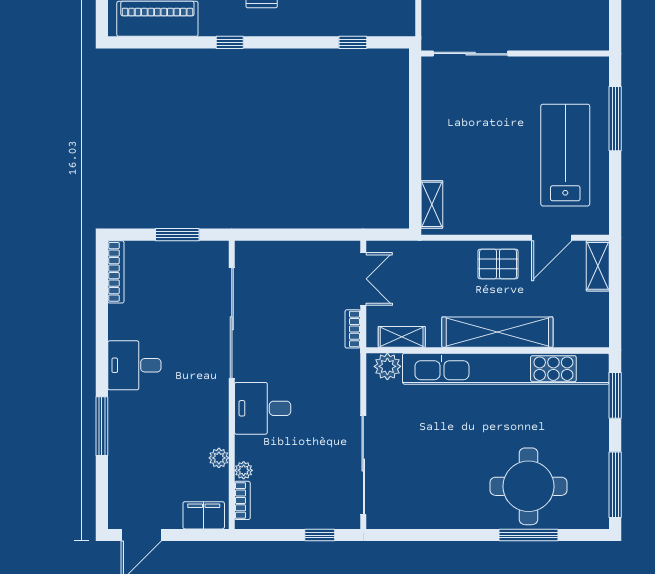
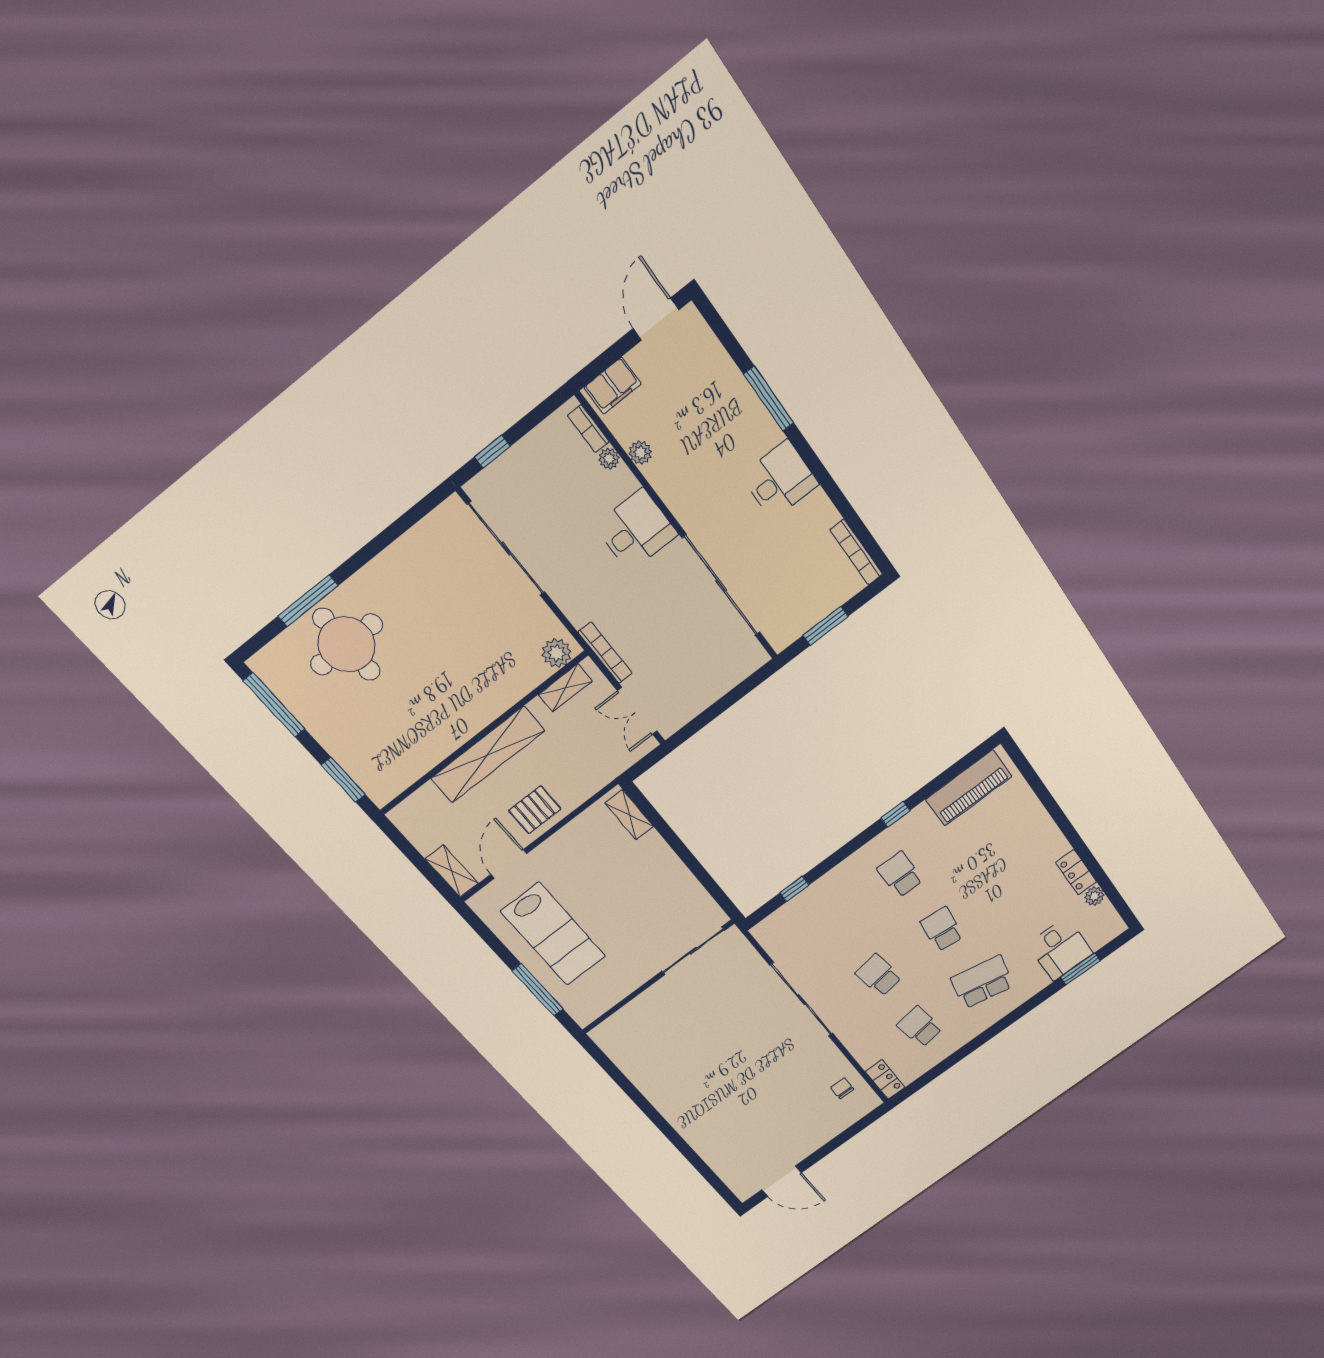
bookcase: (353, 329) -> (605, 653), width x1.56
kitchen unit: (506, 369) -> (454, 730), removed

